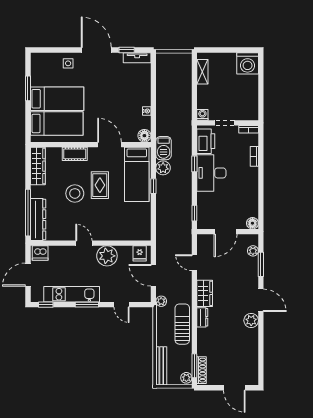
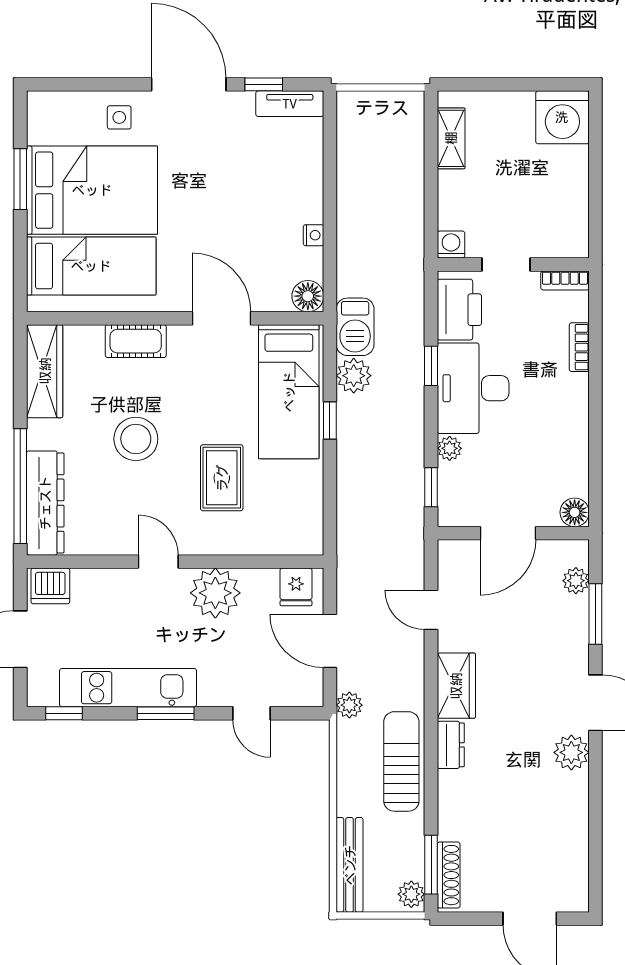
bed: (57, 99) -> (92, 190), width x1.50
rug: (100, 185) -> (222, 478), moved
plant: (202, 197) -> (450, 448), added

